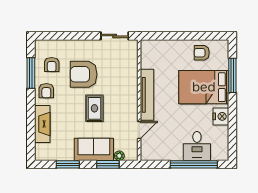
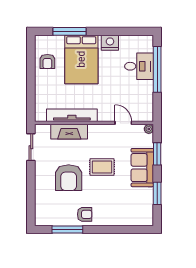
armchair: (52, 65) -> (59, 209), removed
tv unit: (147, 95) -> (72, 115), moved
fireplace: (42, 124) -> (69, 132), moved, turned 180
plant: (119, 156) -> (149, 129), moved

